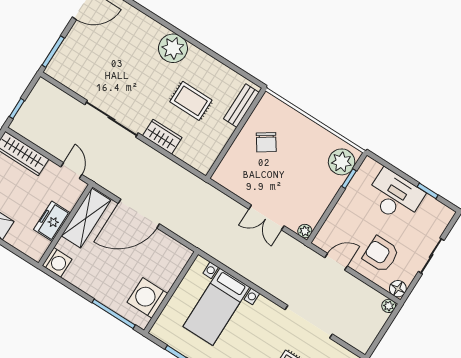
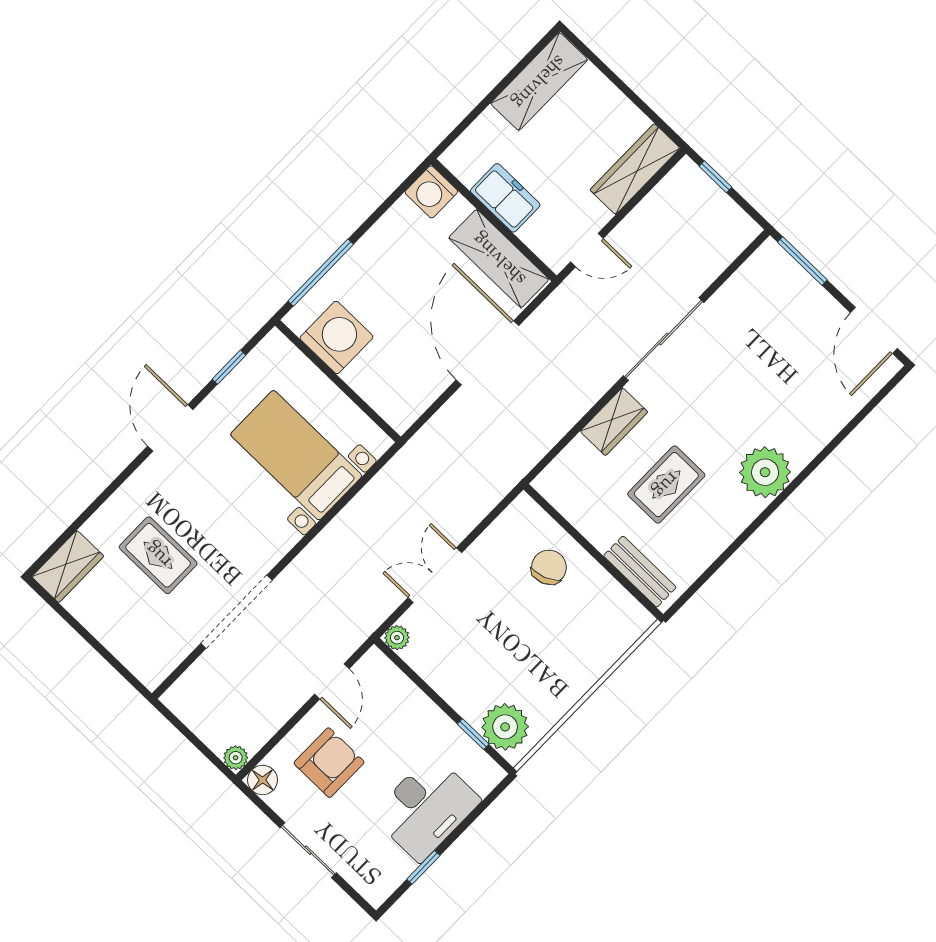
chair: (266, 142) -> (549, 567), moved, turned 103

